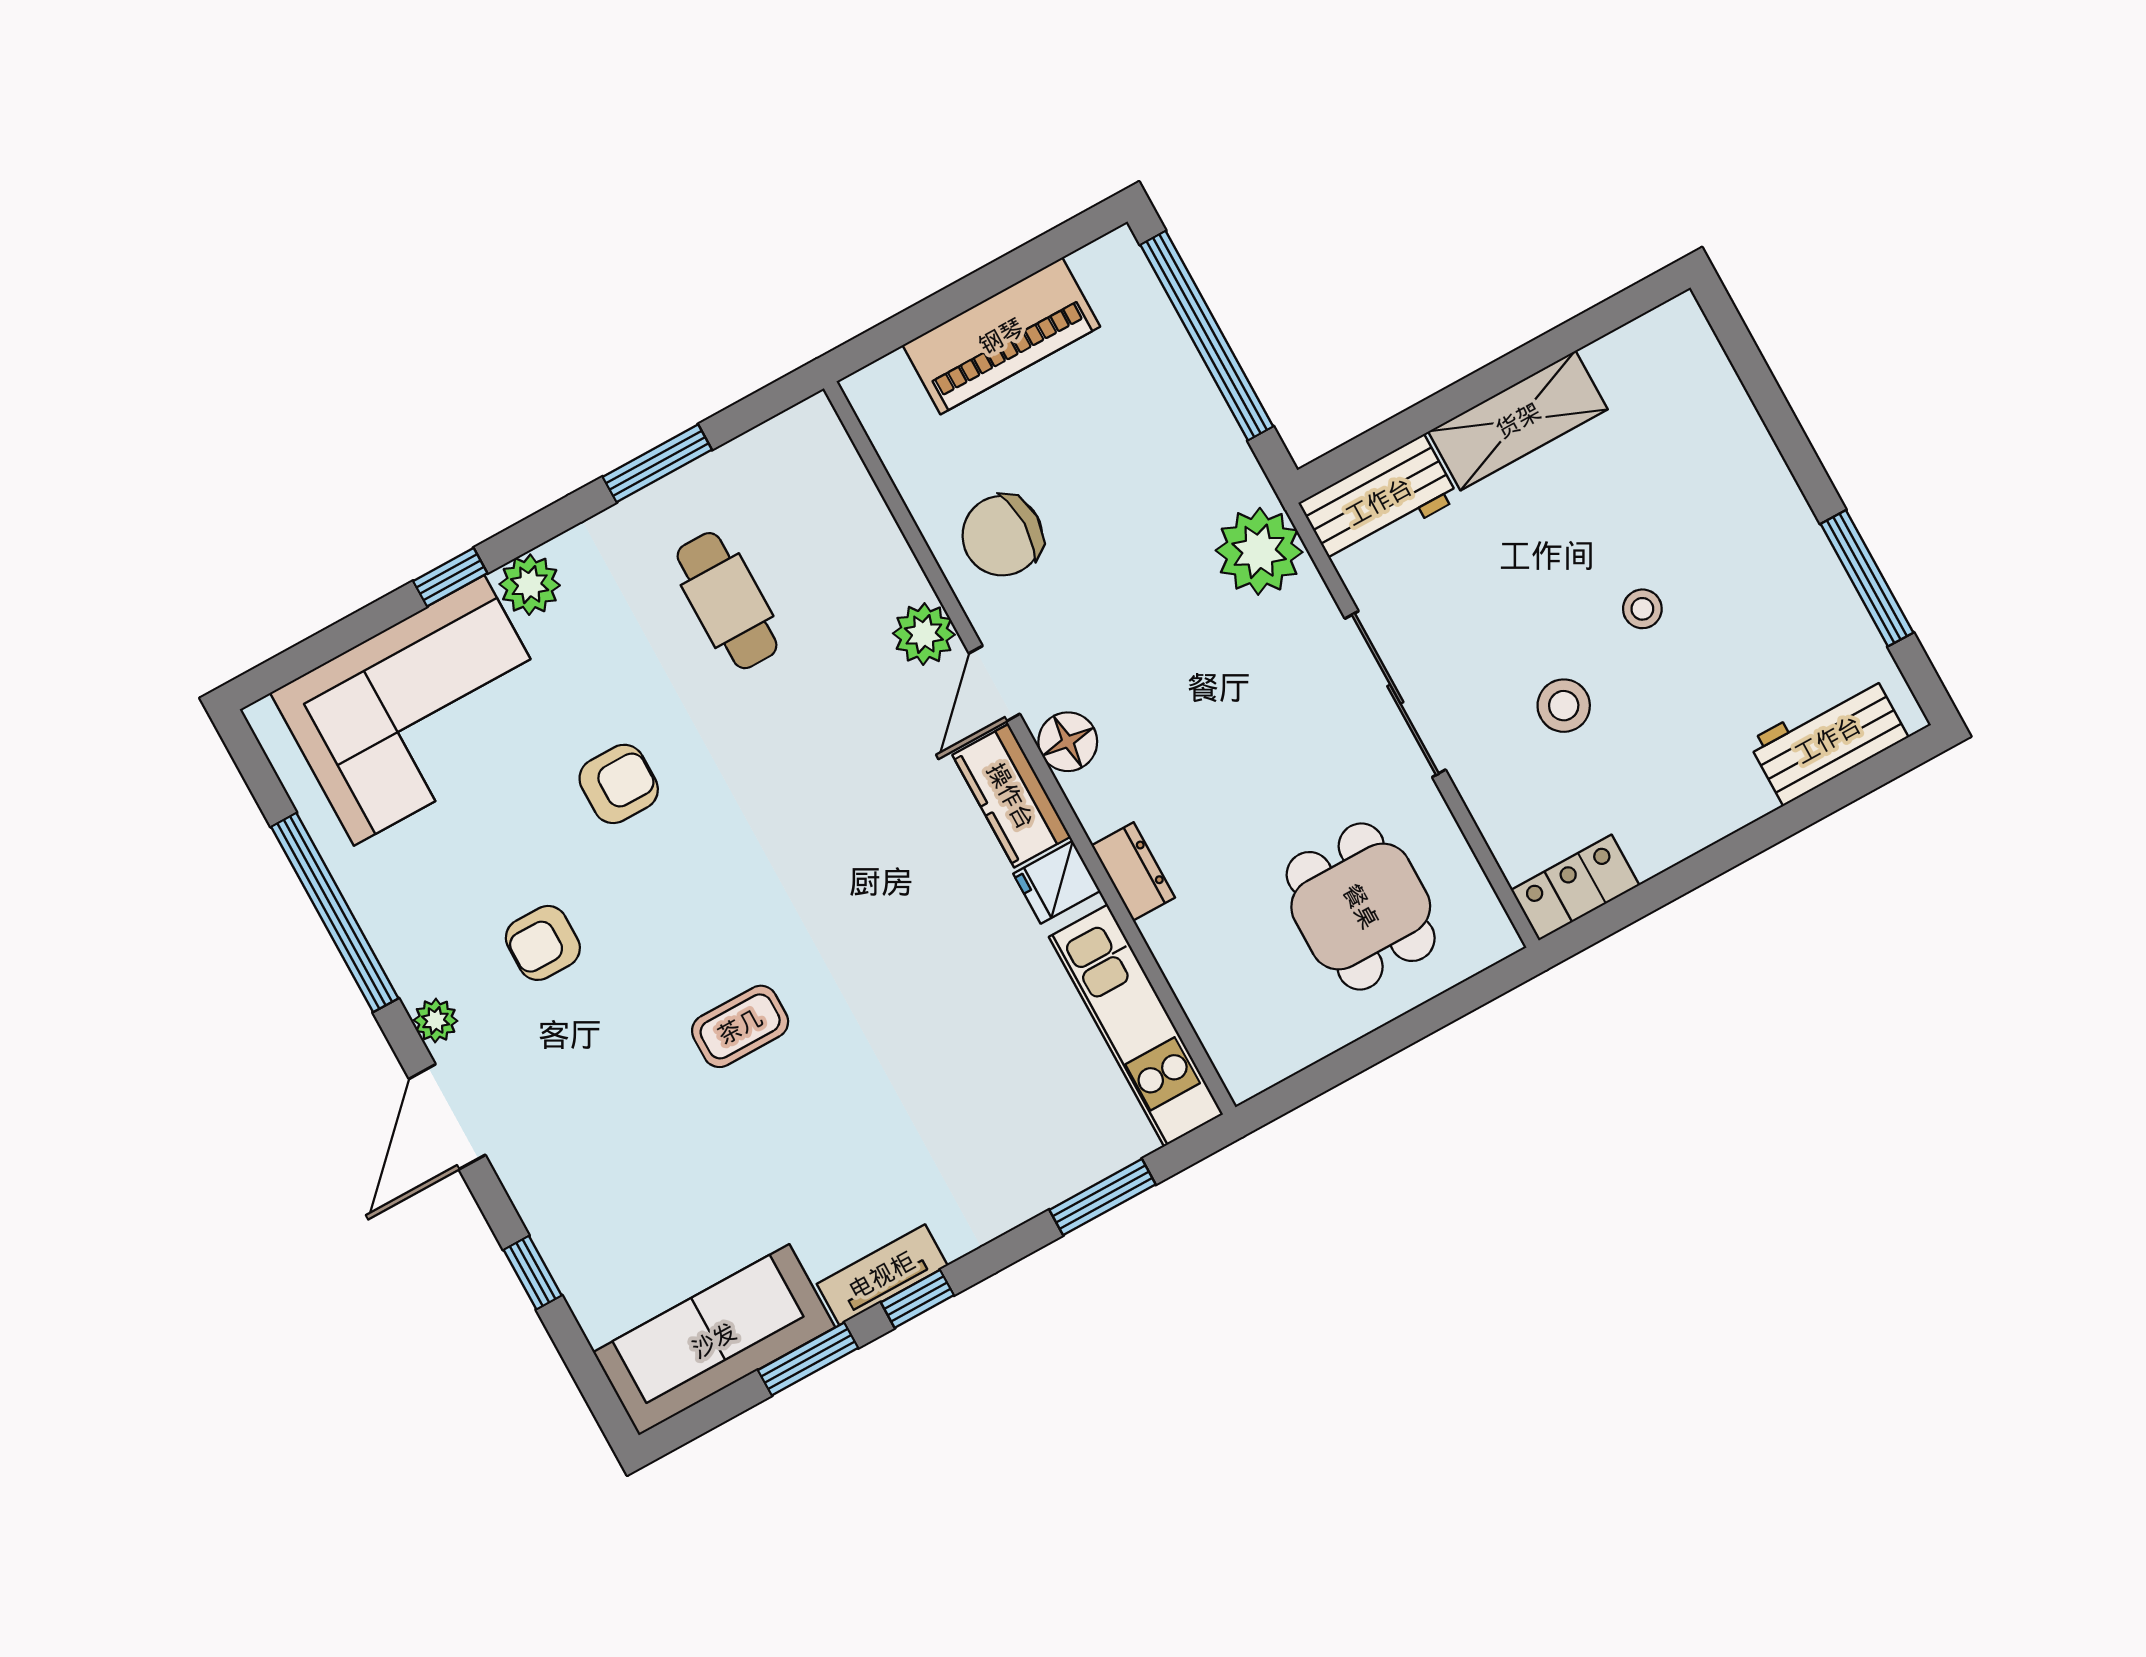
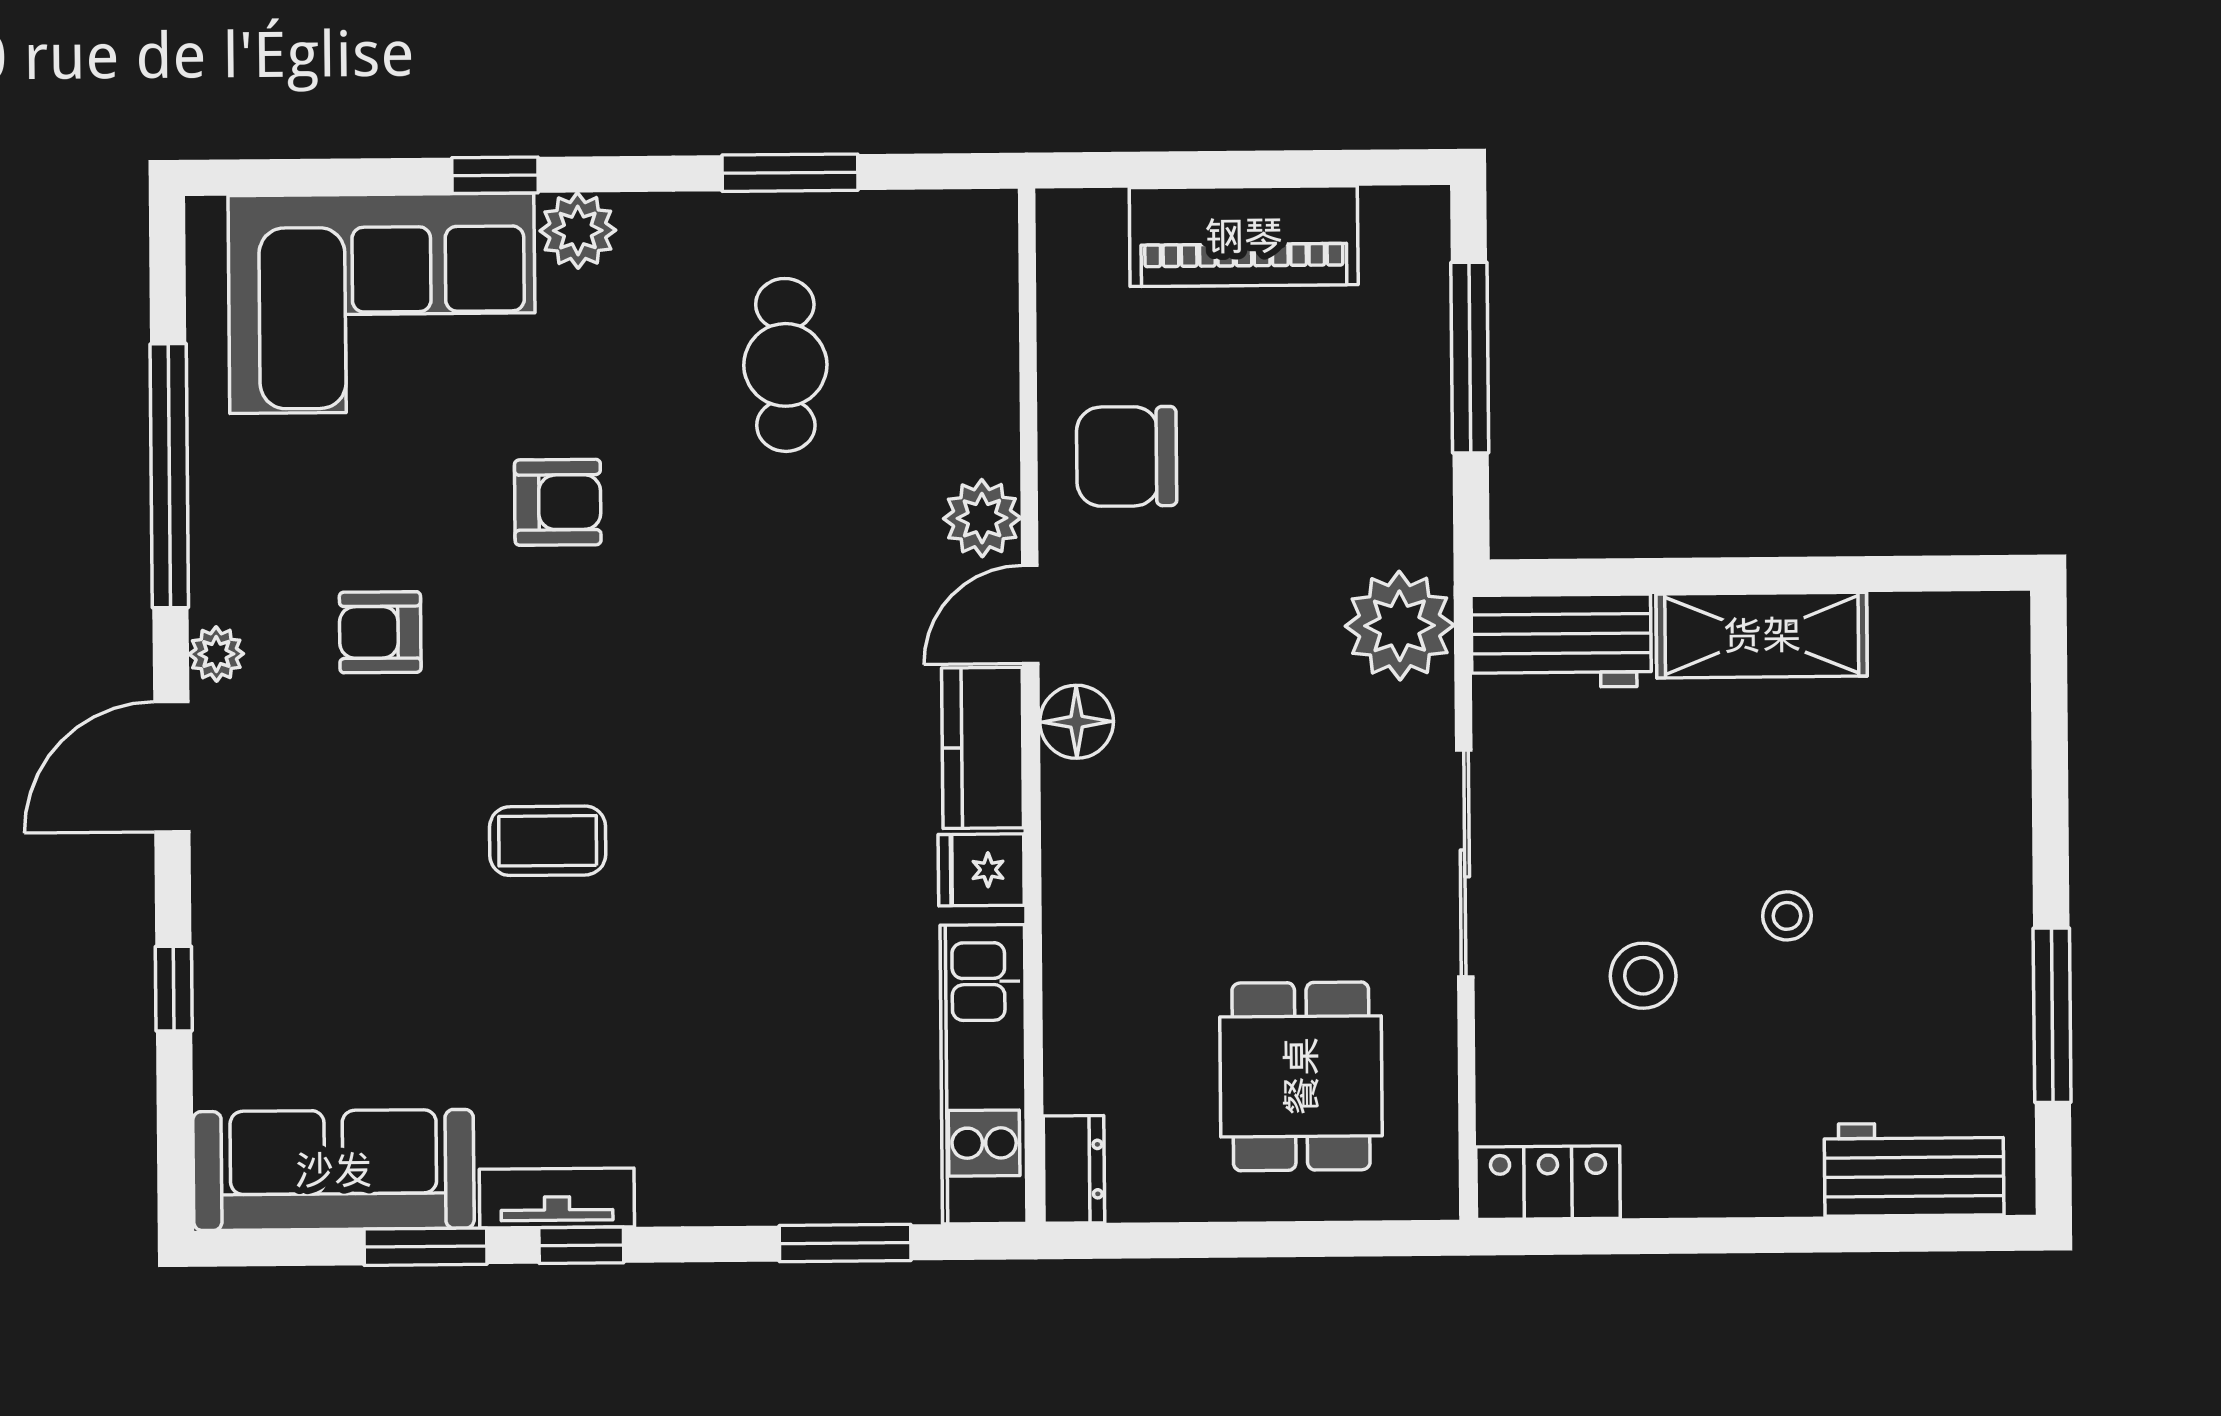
window: (1207, 336) -> (1470, 358), width x0.68
dresser: (1133, 871) -> (1074, 1169), moved

